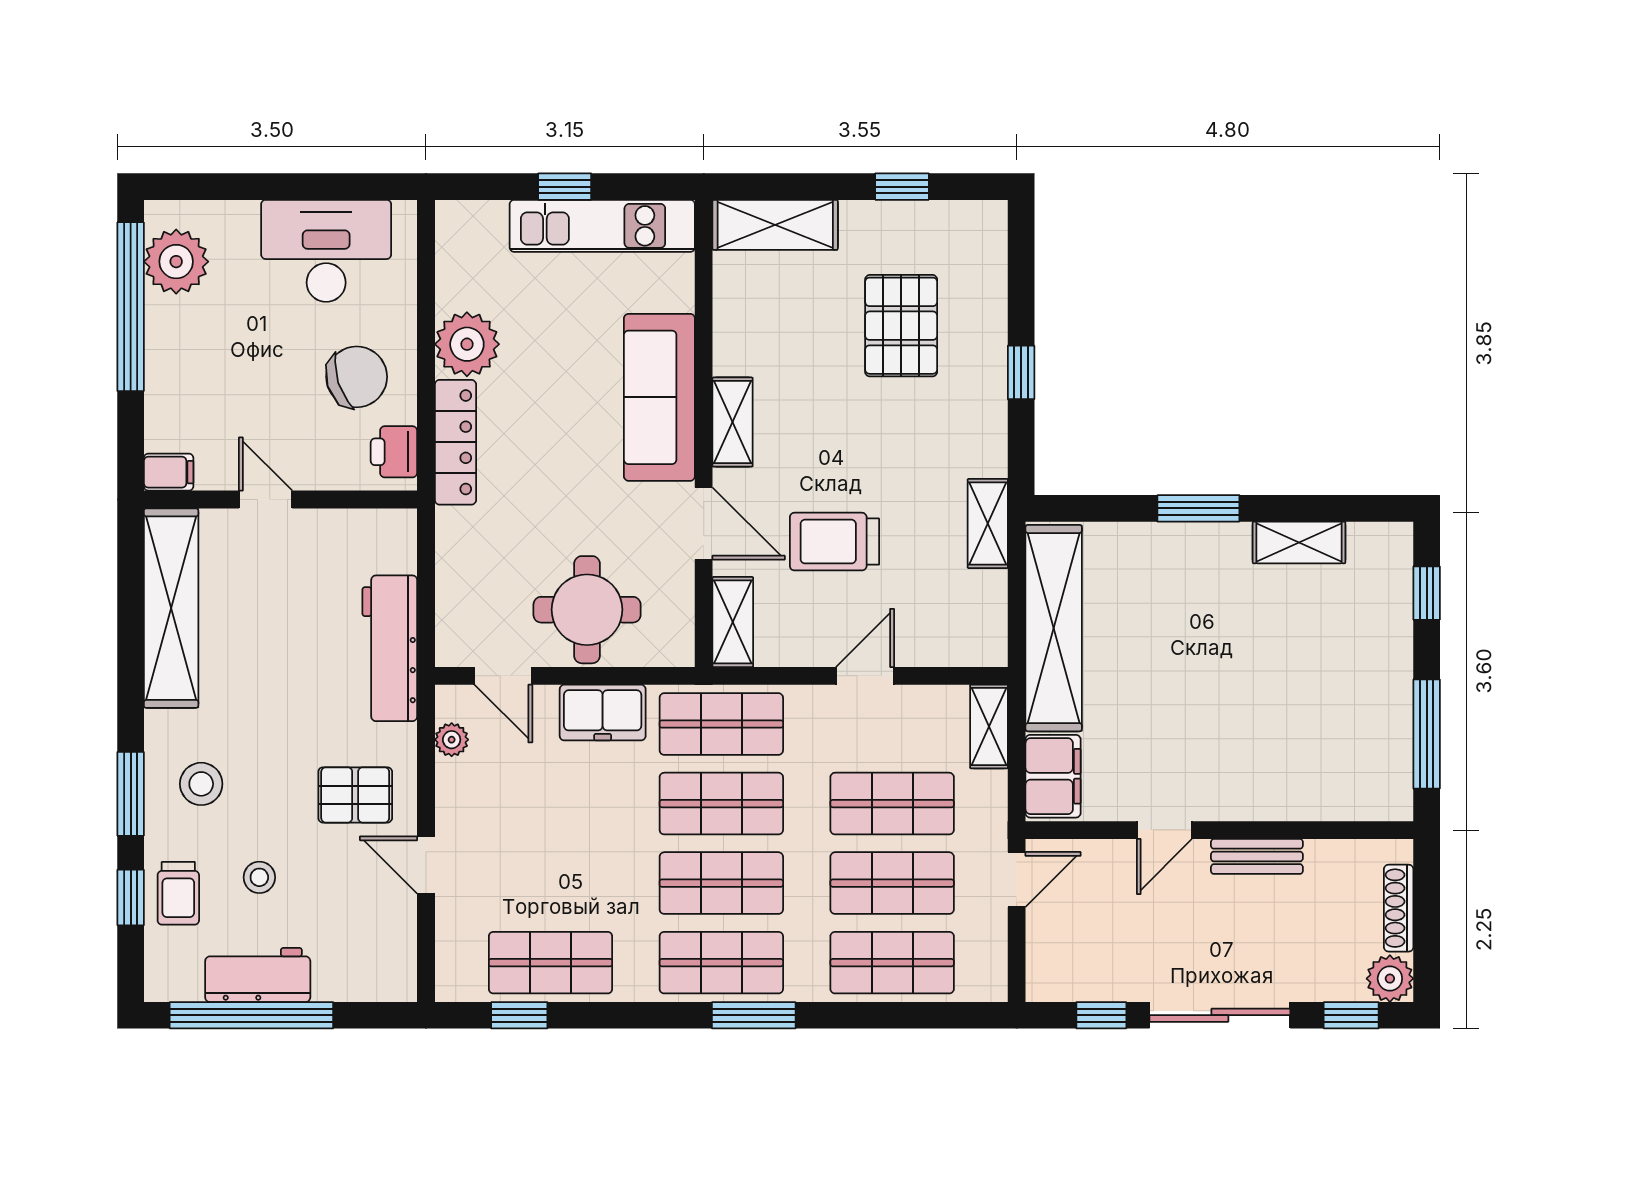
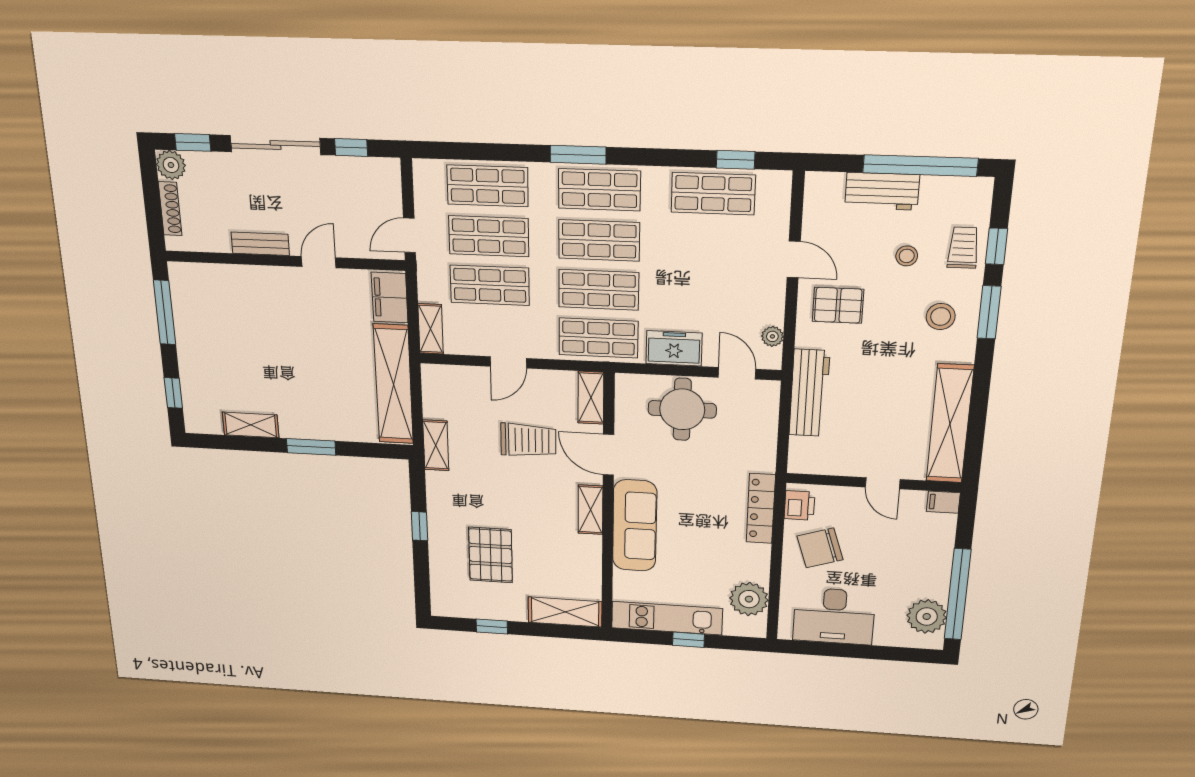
plant: (467, 344) -> (749, 599), moved
workbench: (258, 975) -> (882, 191), moved

